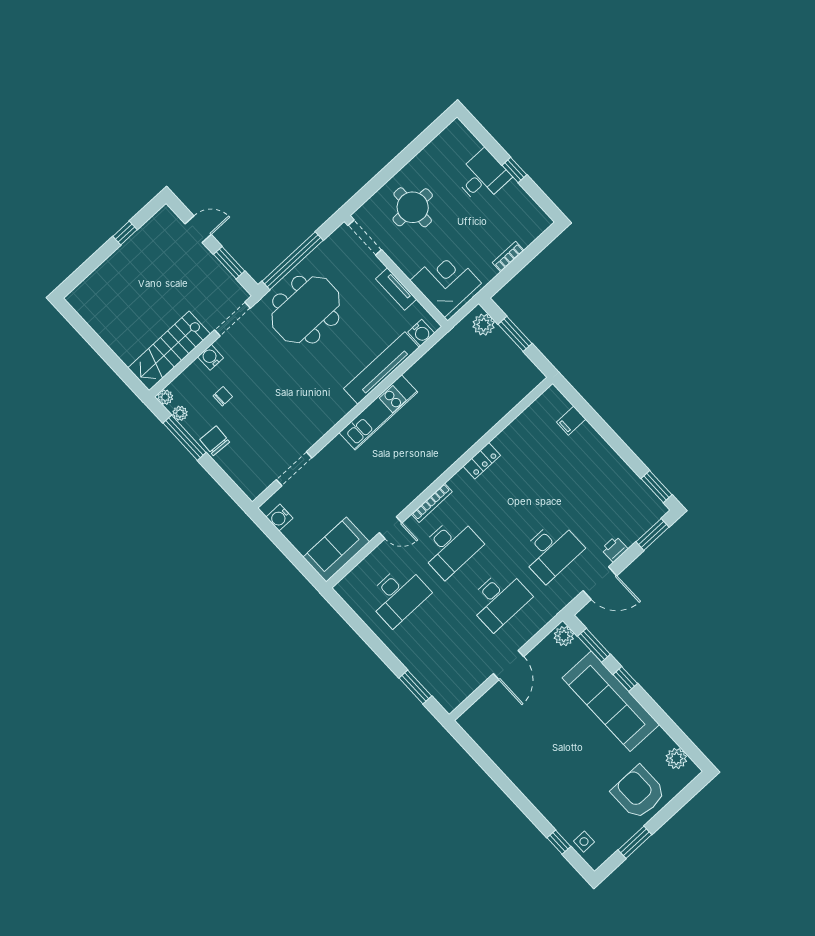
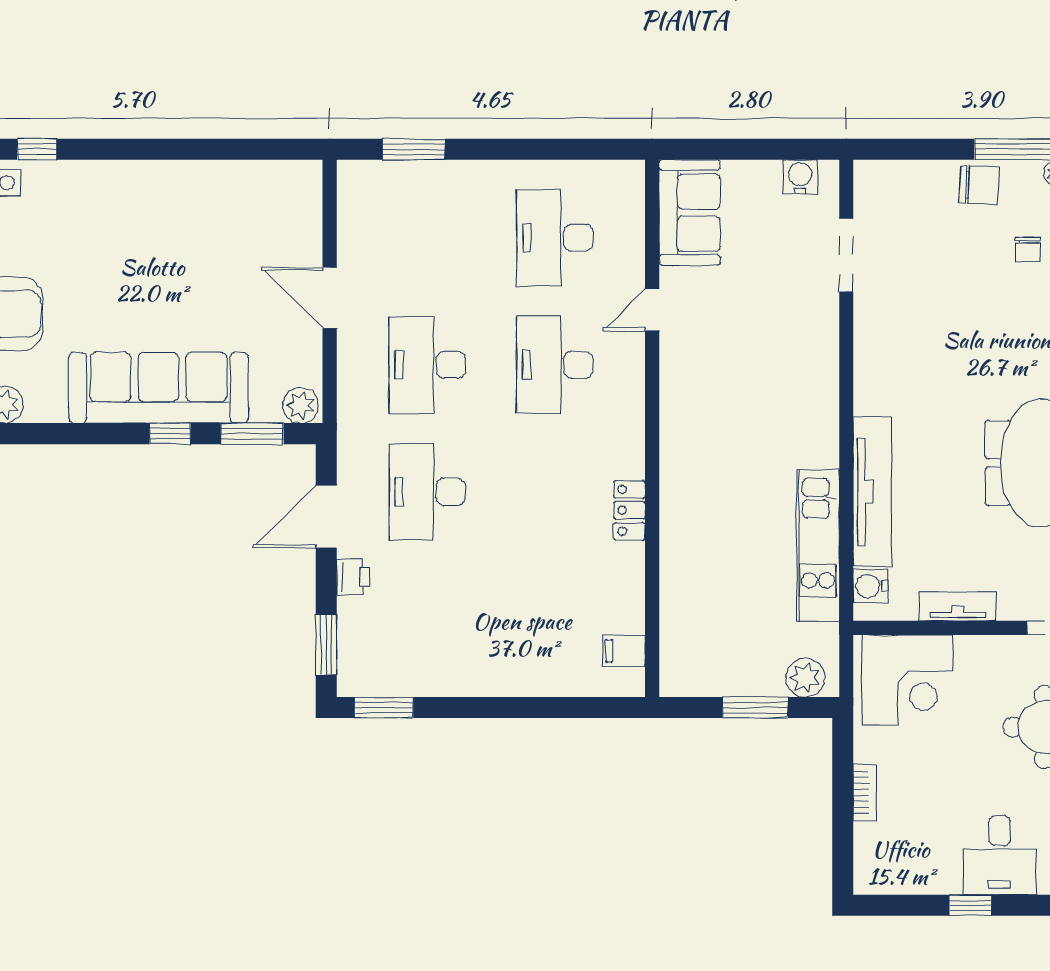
kitchen unit: (378, 412) -> (818, 545), moved
filing cabinet: (571, 421) -> (624, 651), moved, turned -90
bookcase: (432, 503) -> (635, 394), removed

